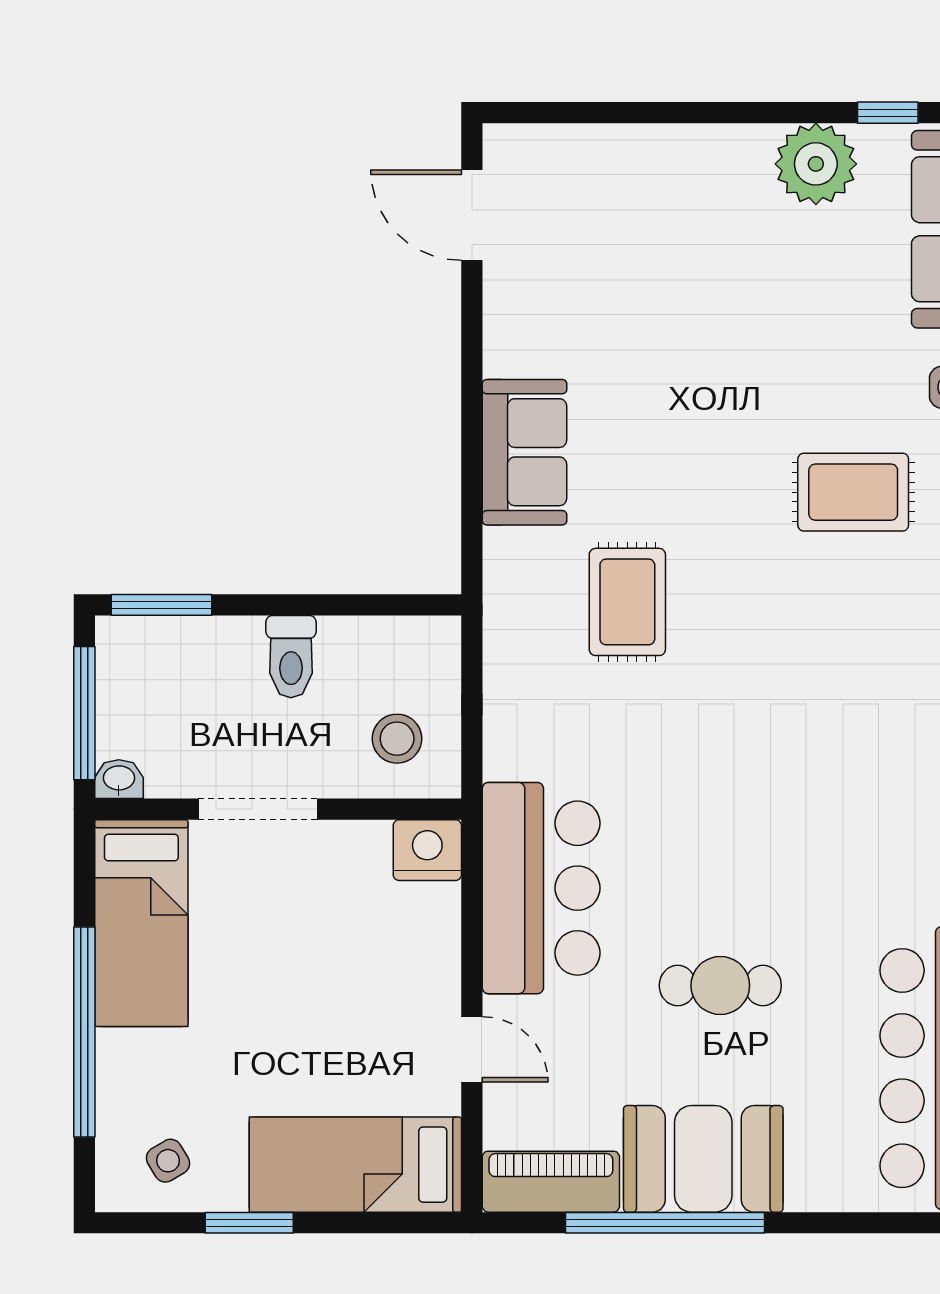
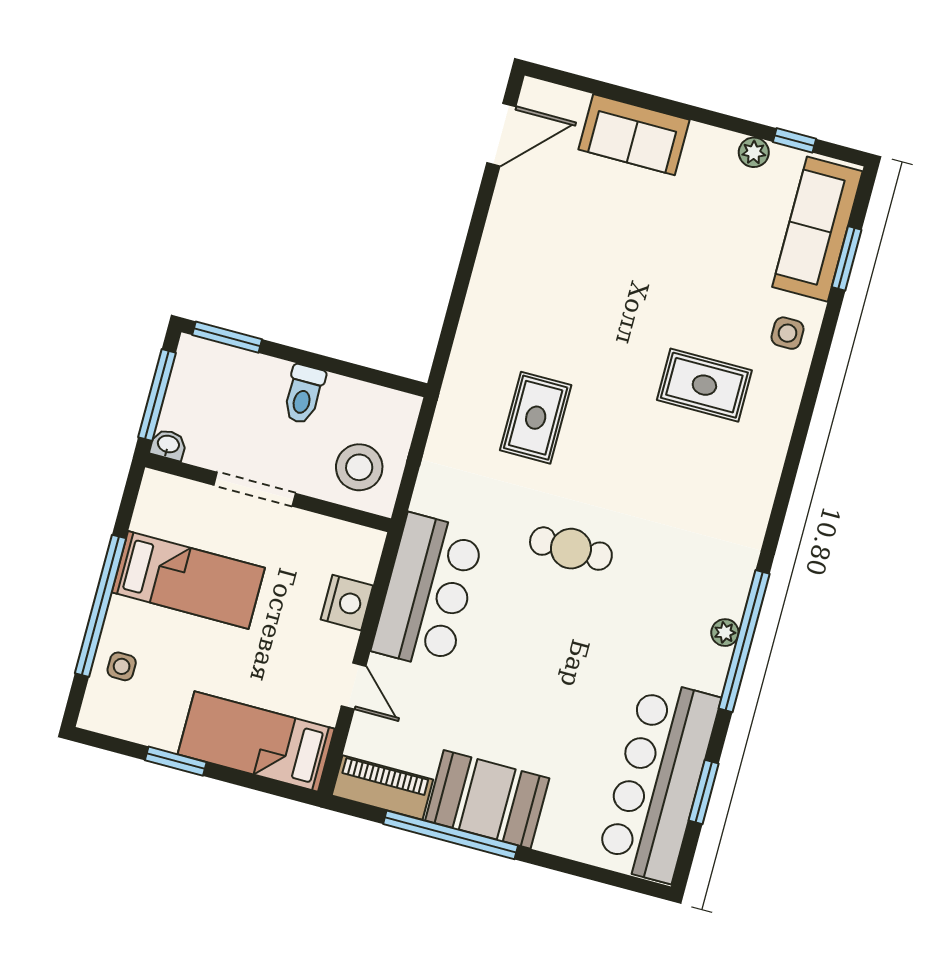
plant: (816, 164) -> (754, 152), width x0.53, depth x0.53
door: (472, 215) -> (501, 135), swing flipped
sofa: (524, 452) -> (634, 135), moved, turned 90
stool: (397, 739) -> (359, 467), width x1.38, depth x1.38
nightstand: (427, 850) -> (347, 603), moved, turned 90
bed: (141, 923) -> (188, 580), moved, turned -90
cafe table: (720, 986) -> (571, 549), moved
side table: (168, 1161) -> (122, 666), moved, turned 31

